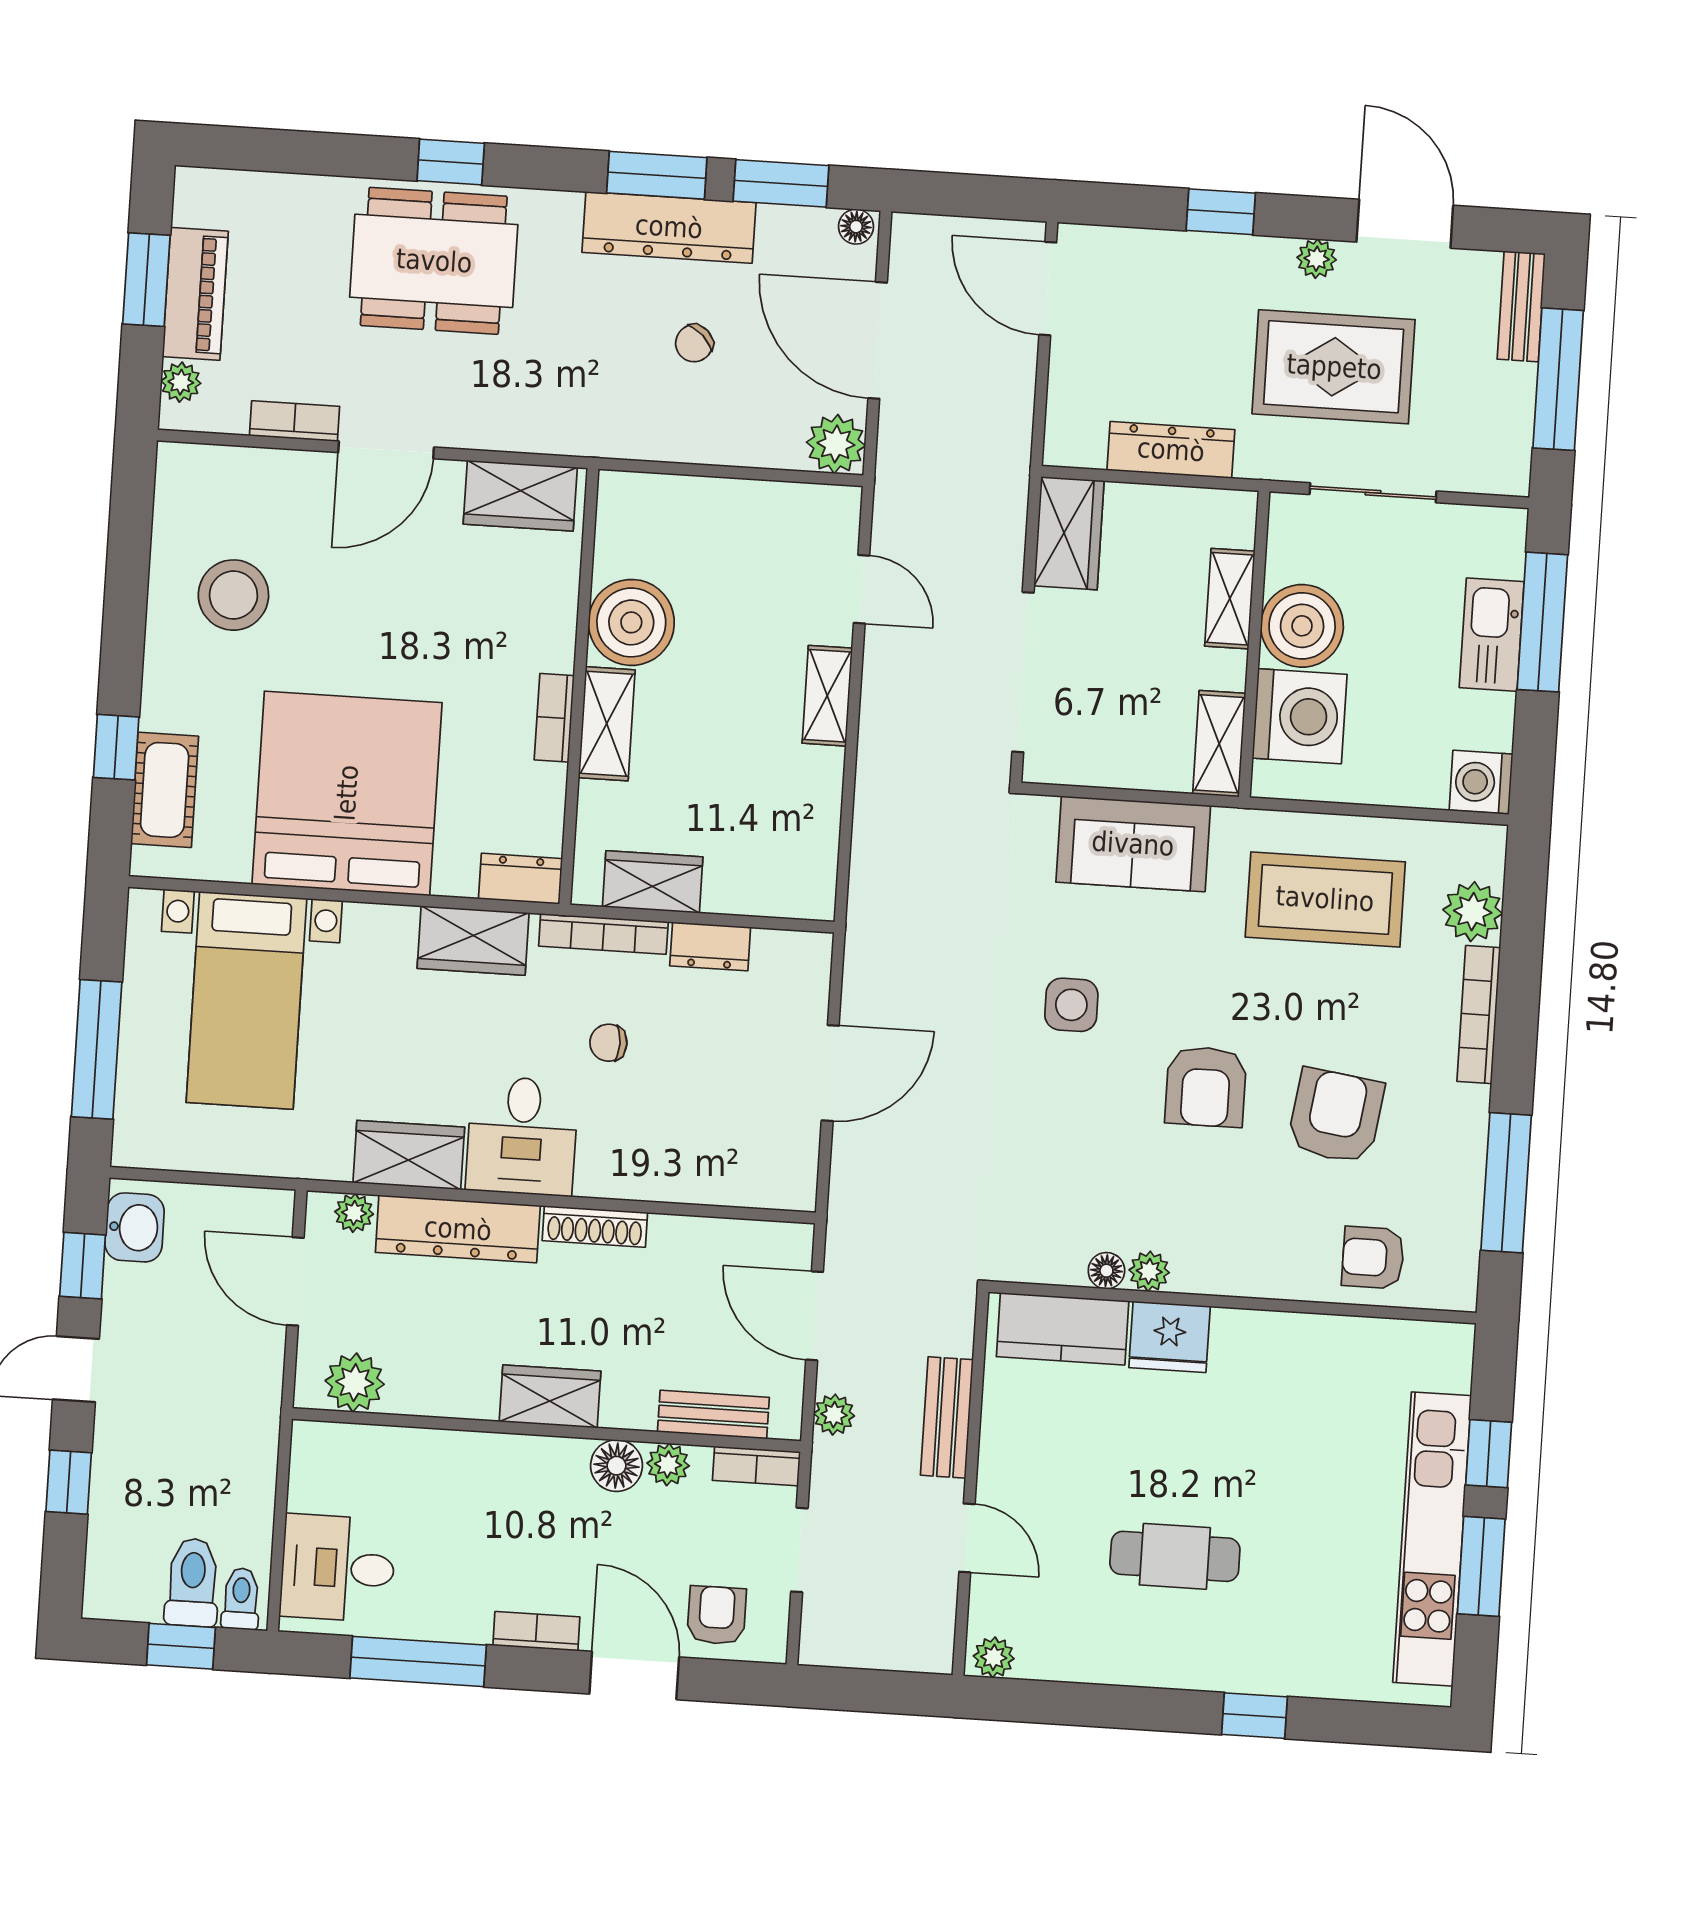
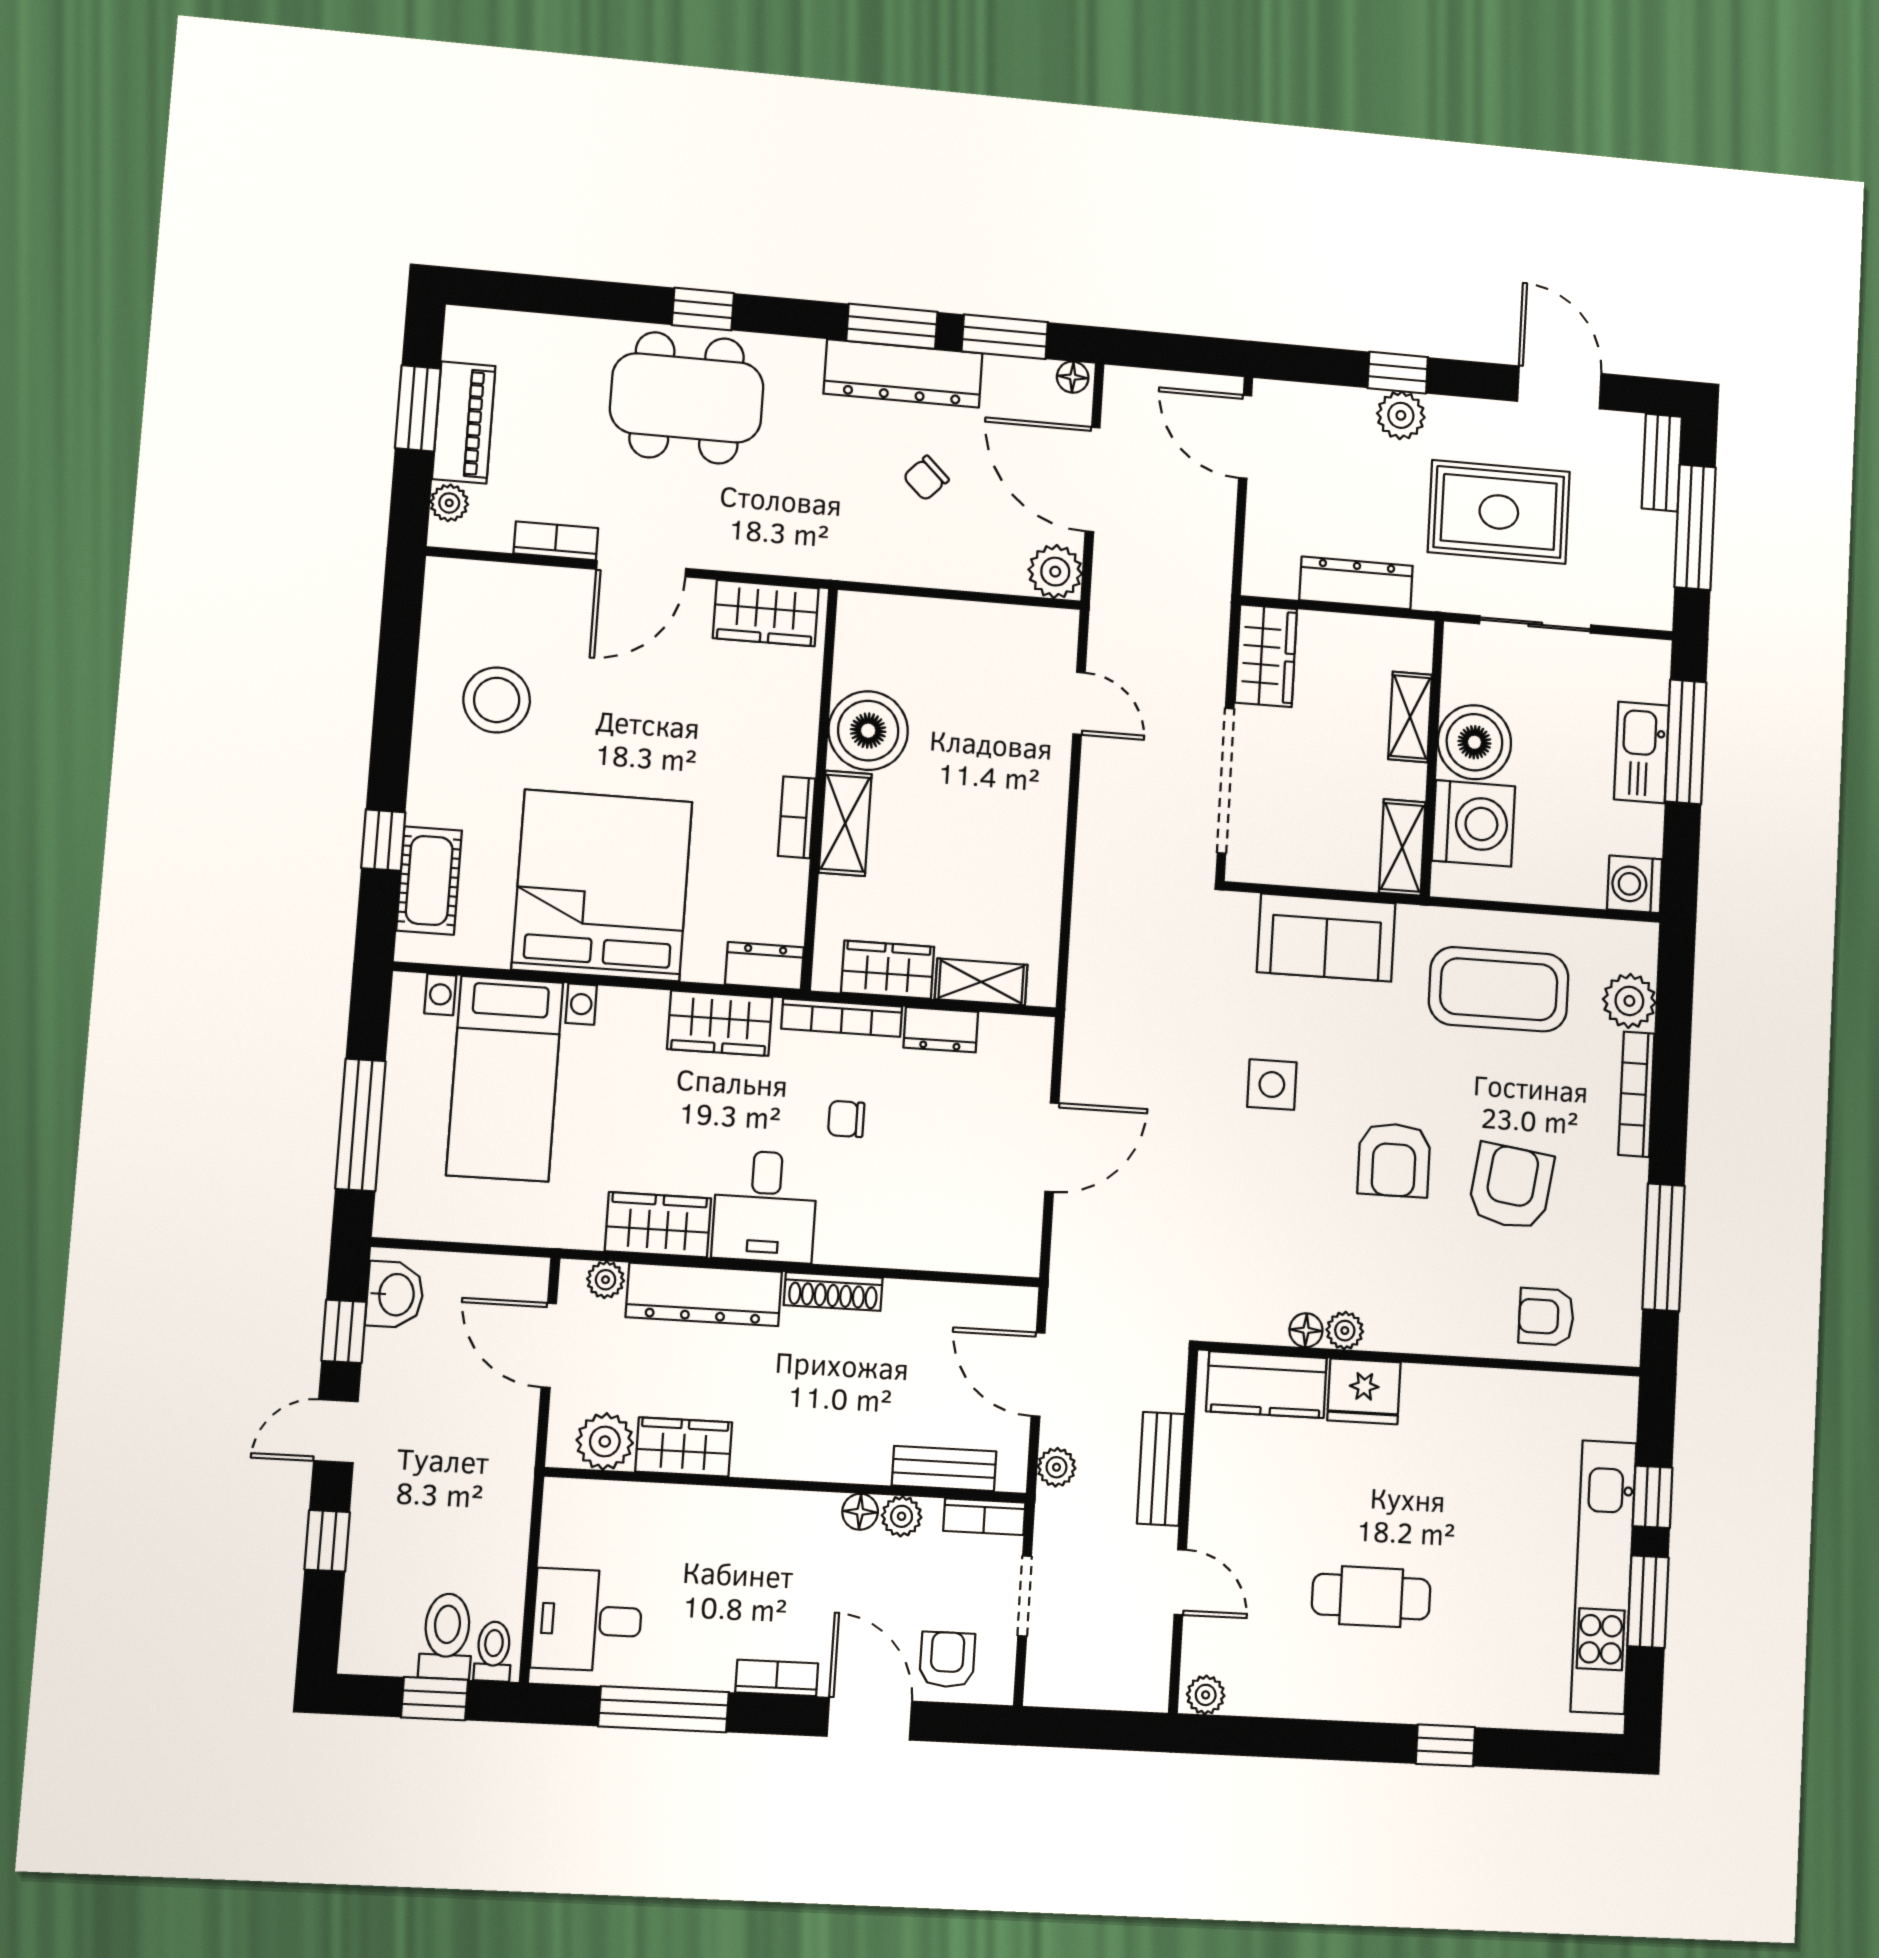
plant: (1317, 259) -> (1401, 415), moved, width x1.38, depth x1.38
shelving: (827, 696) -> (981, 982), moved, turned 90
wardrobe: (550, 1396) -> (684, 1447), moved
floor lamp: (616, 1466) -> (860, 1512), width x0.73, depth x0.73

